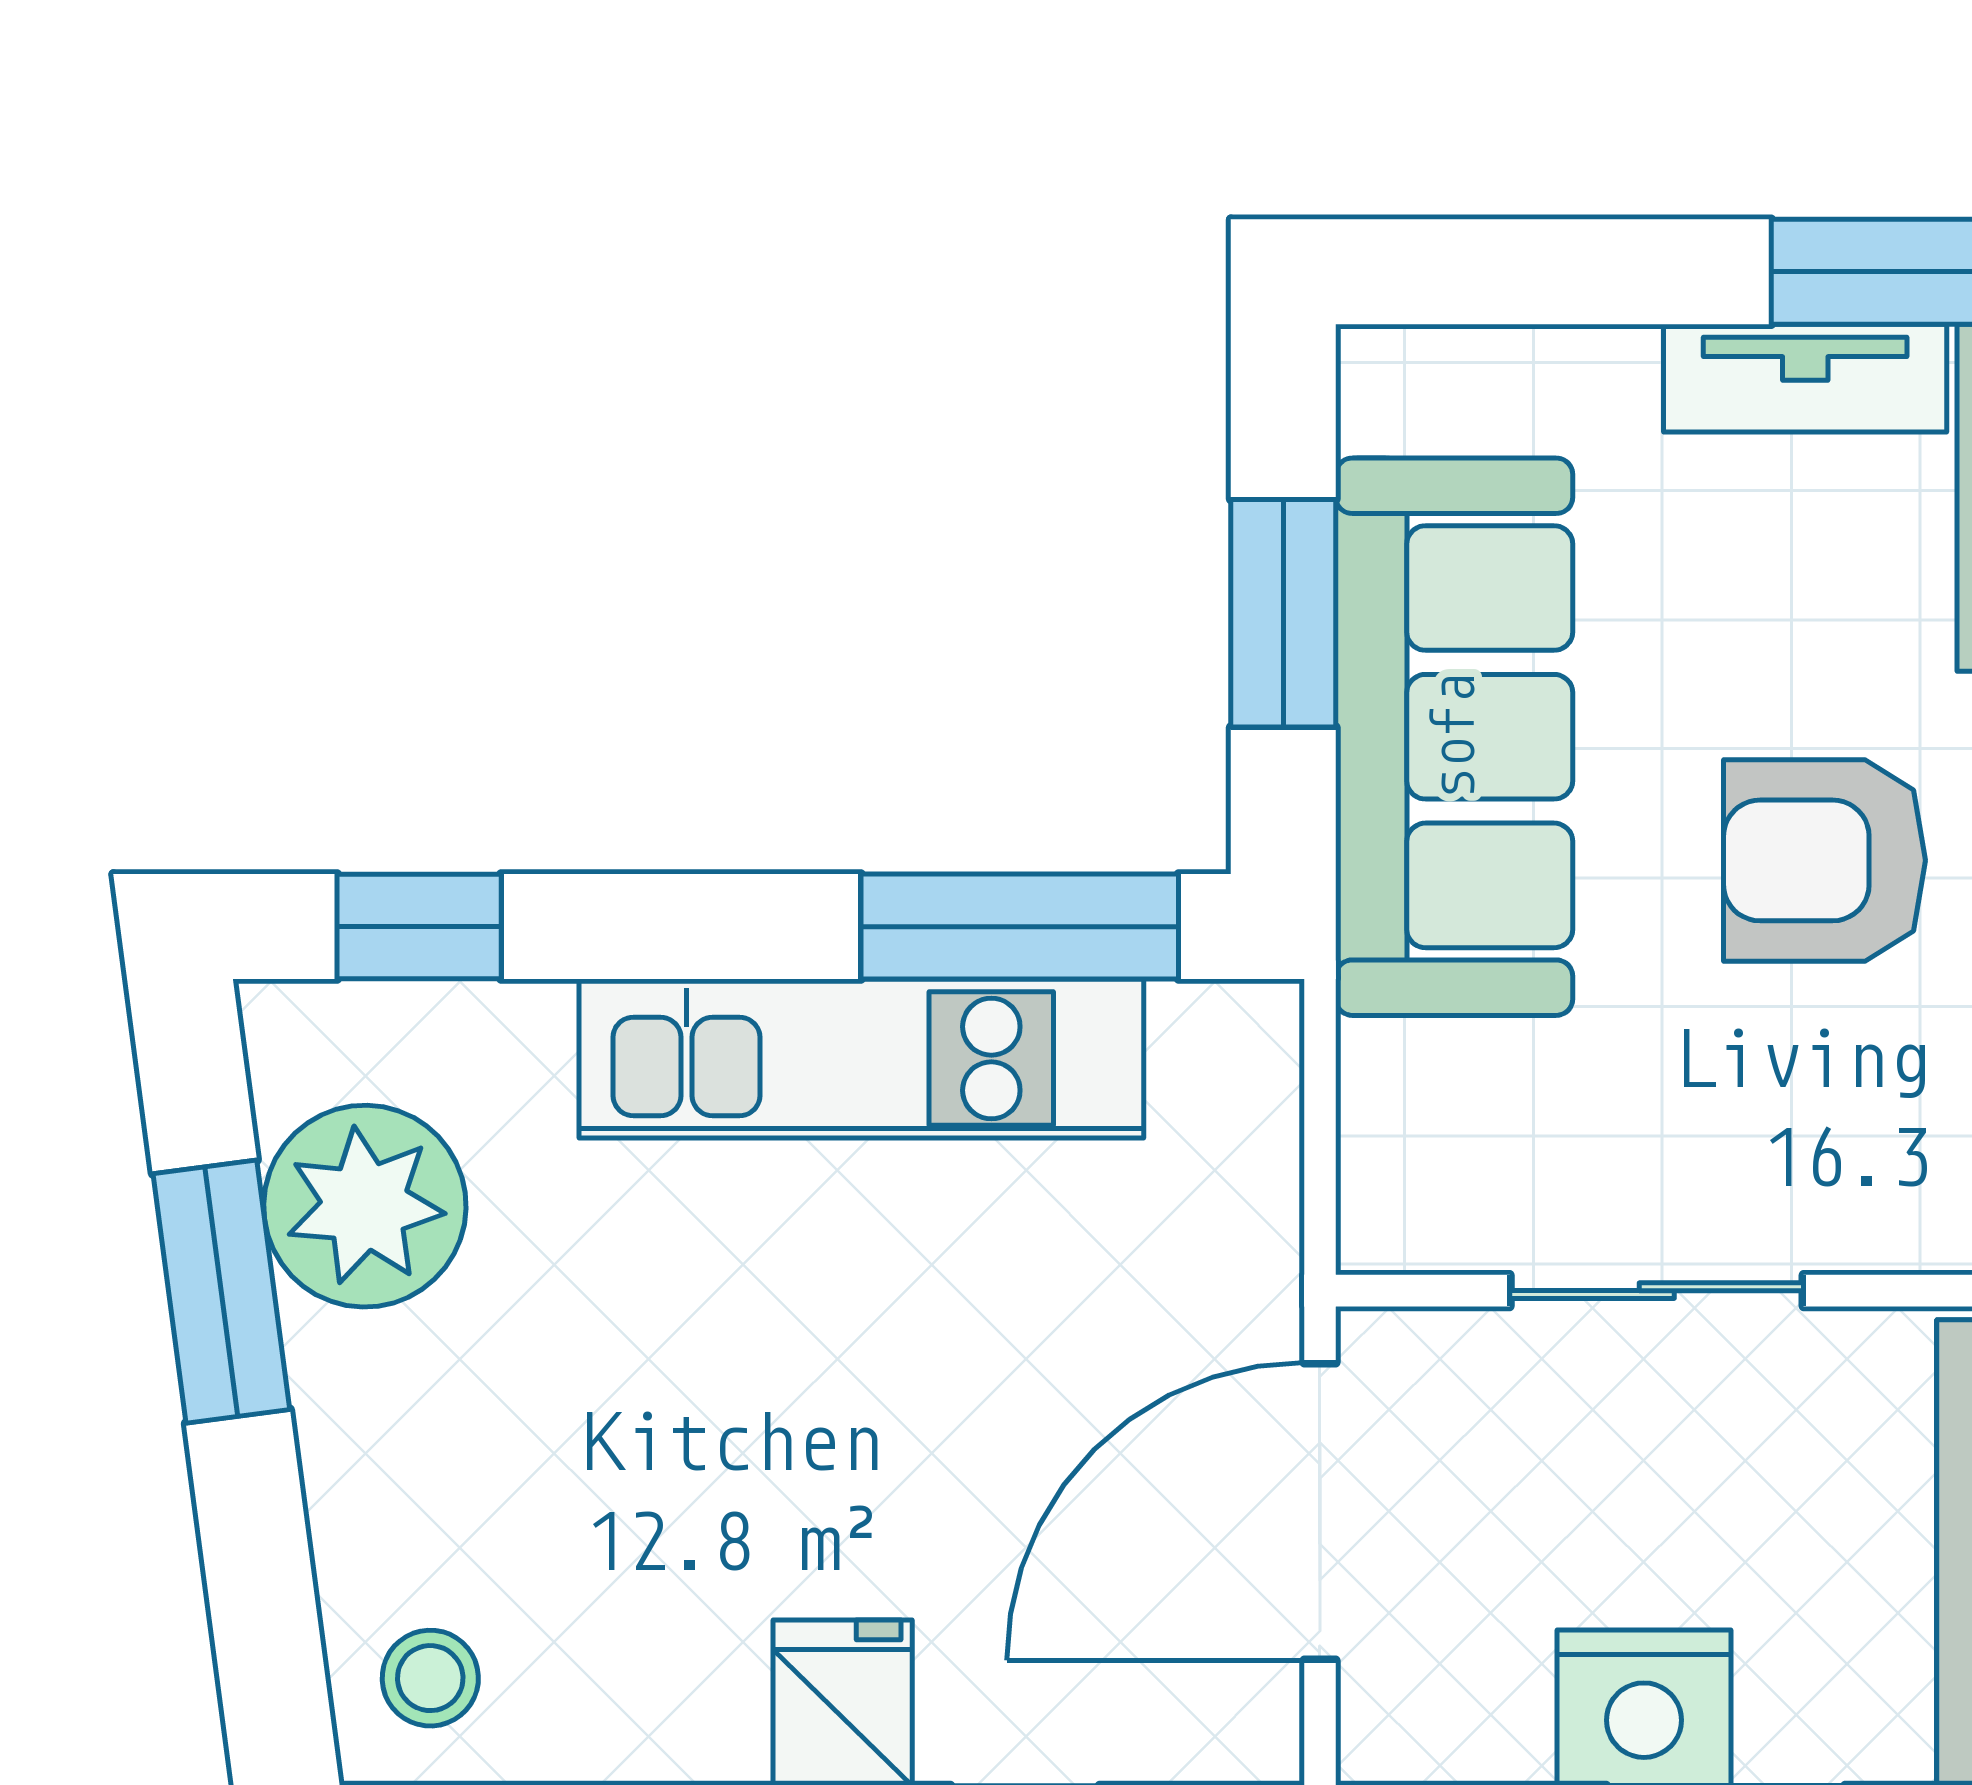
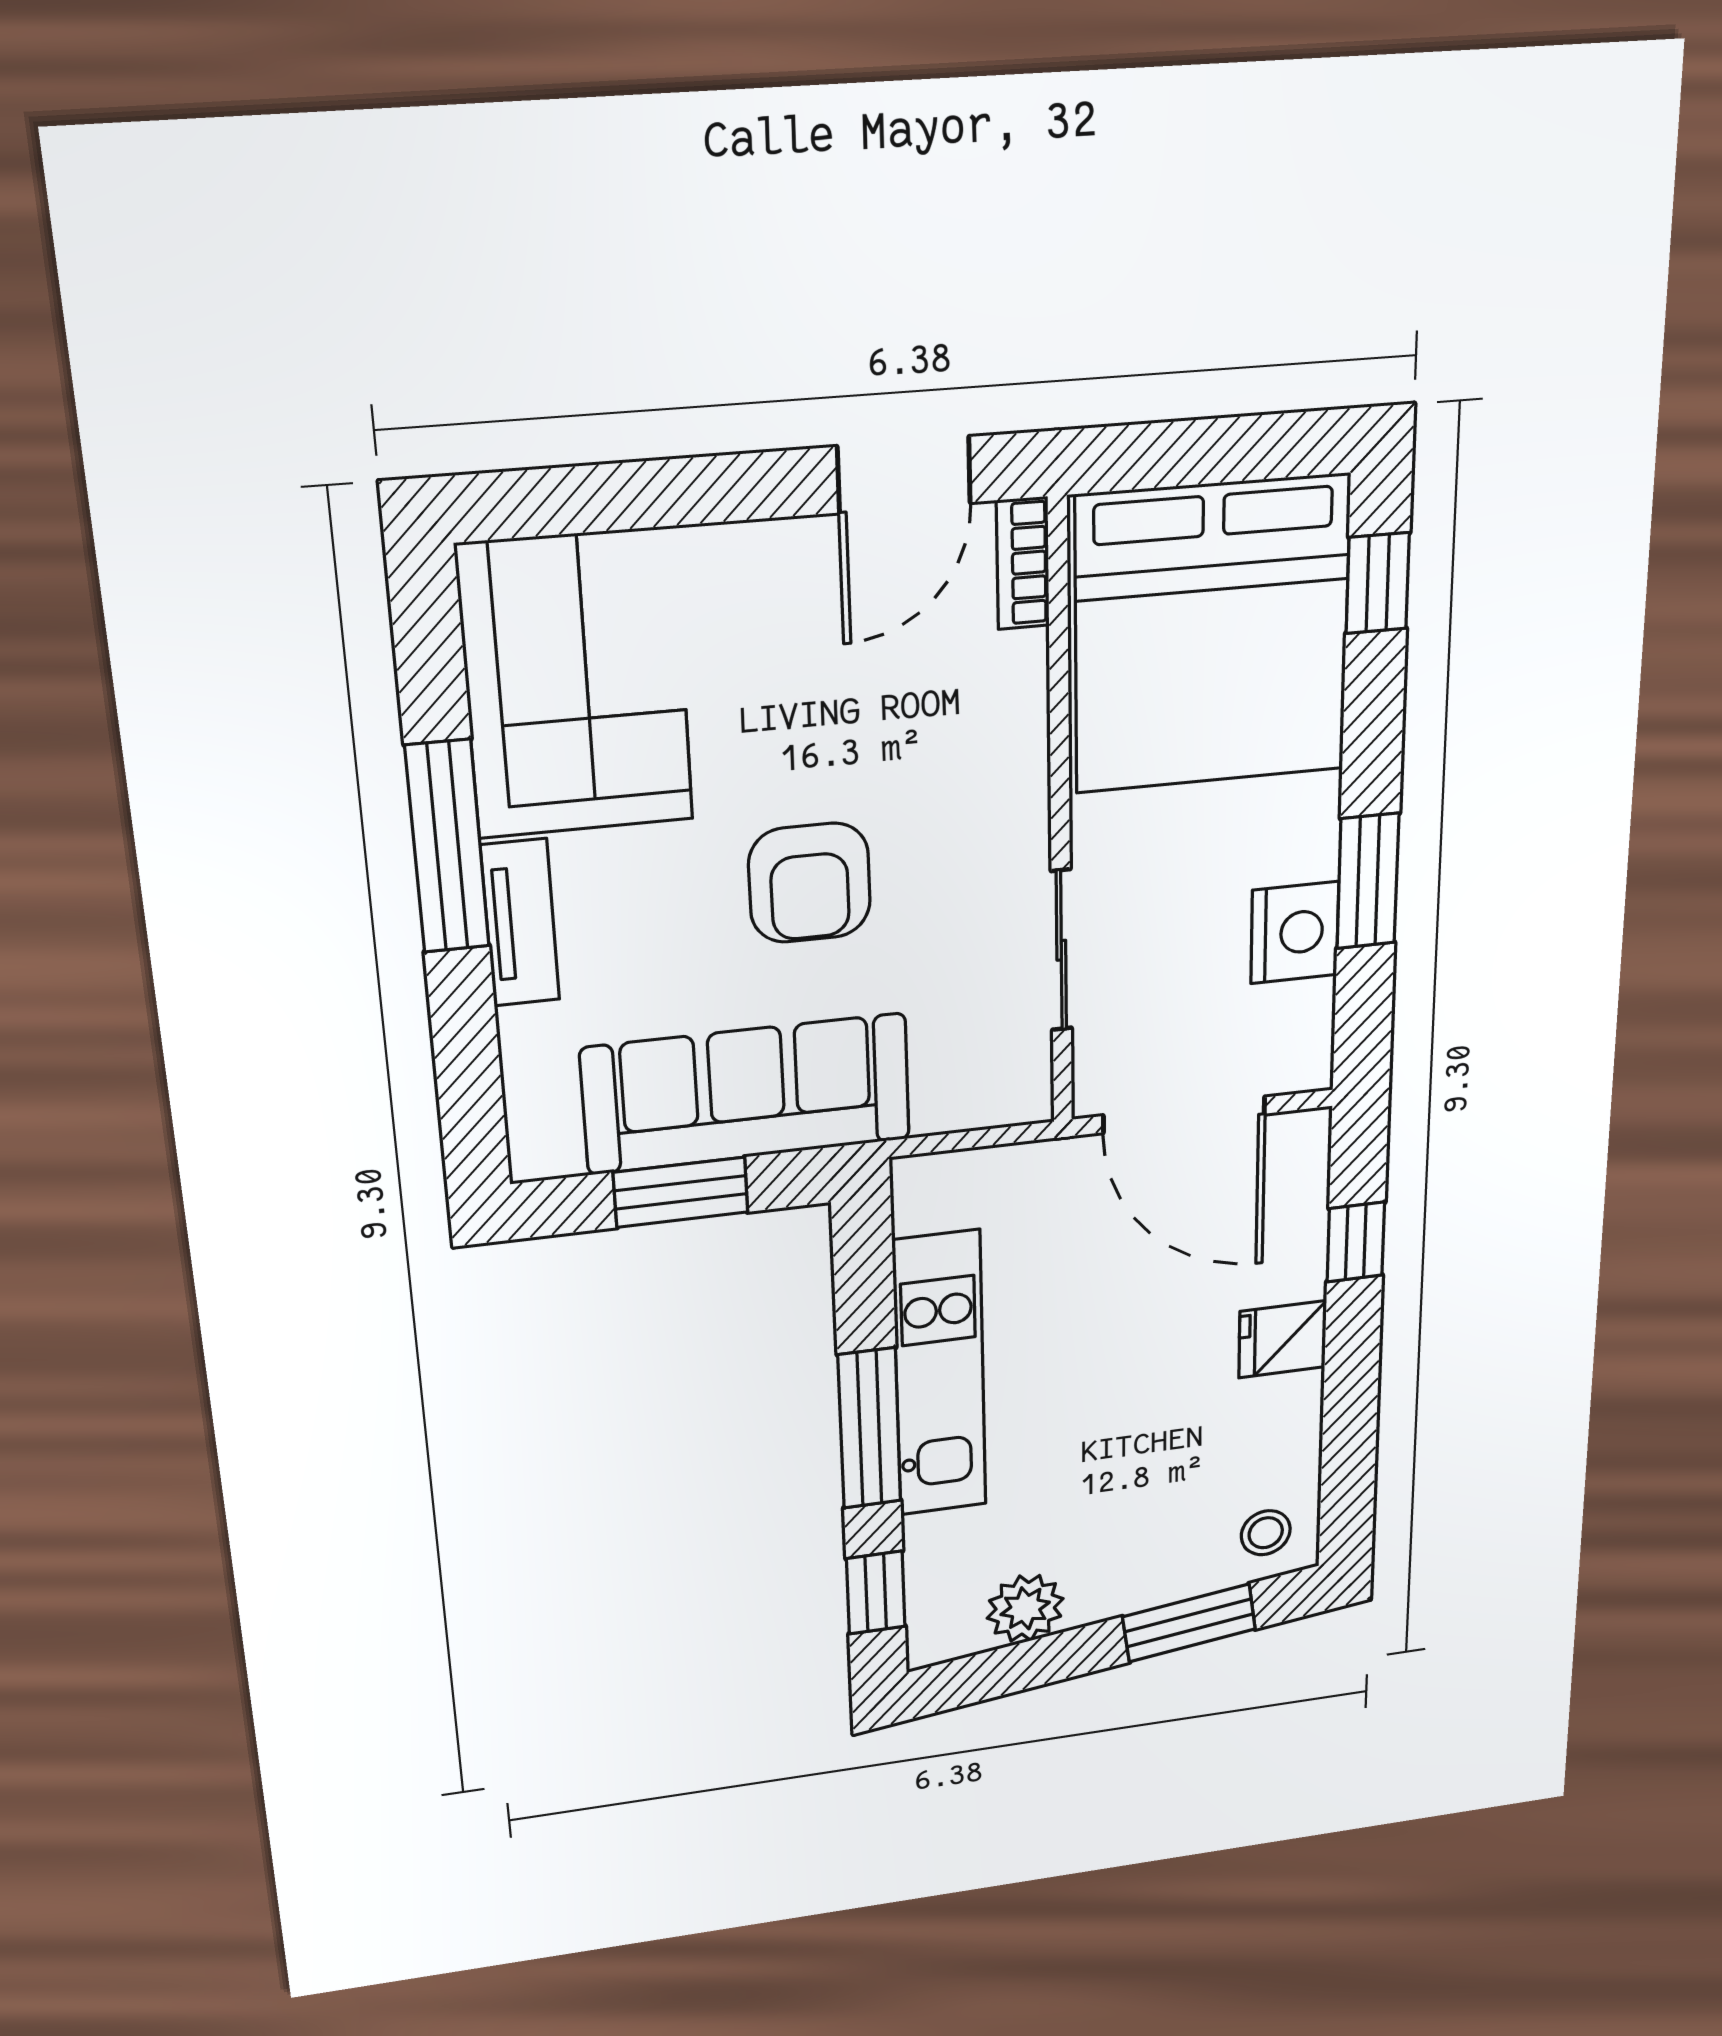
window: (1020, 927) -> (869, 1428), moved
plant: (365, 1206) -> (1025, 1608), width x0.73, depth x0.73
window: (221, 1292) -> (1189, 1623), moved

